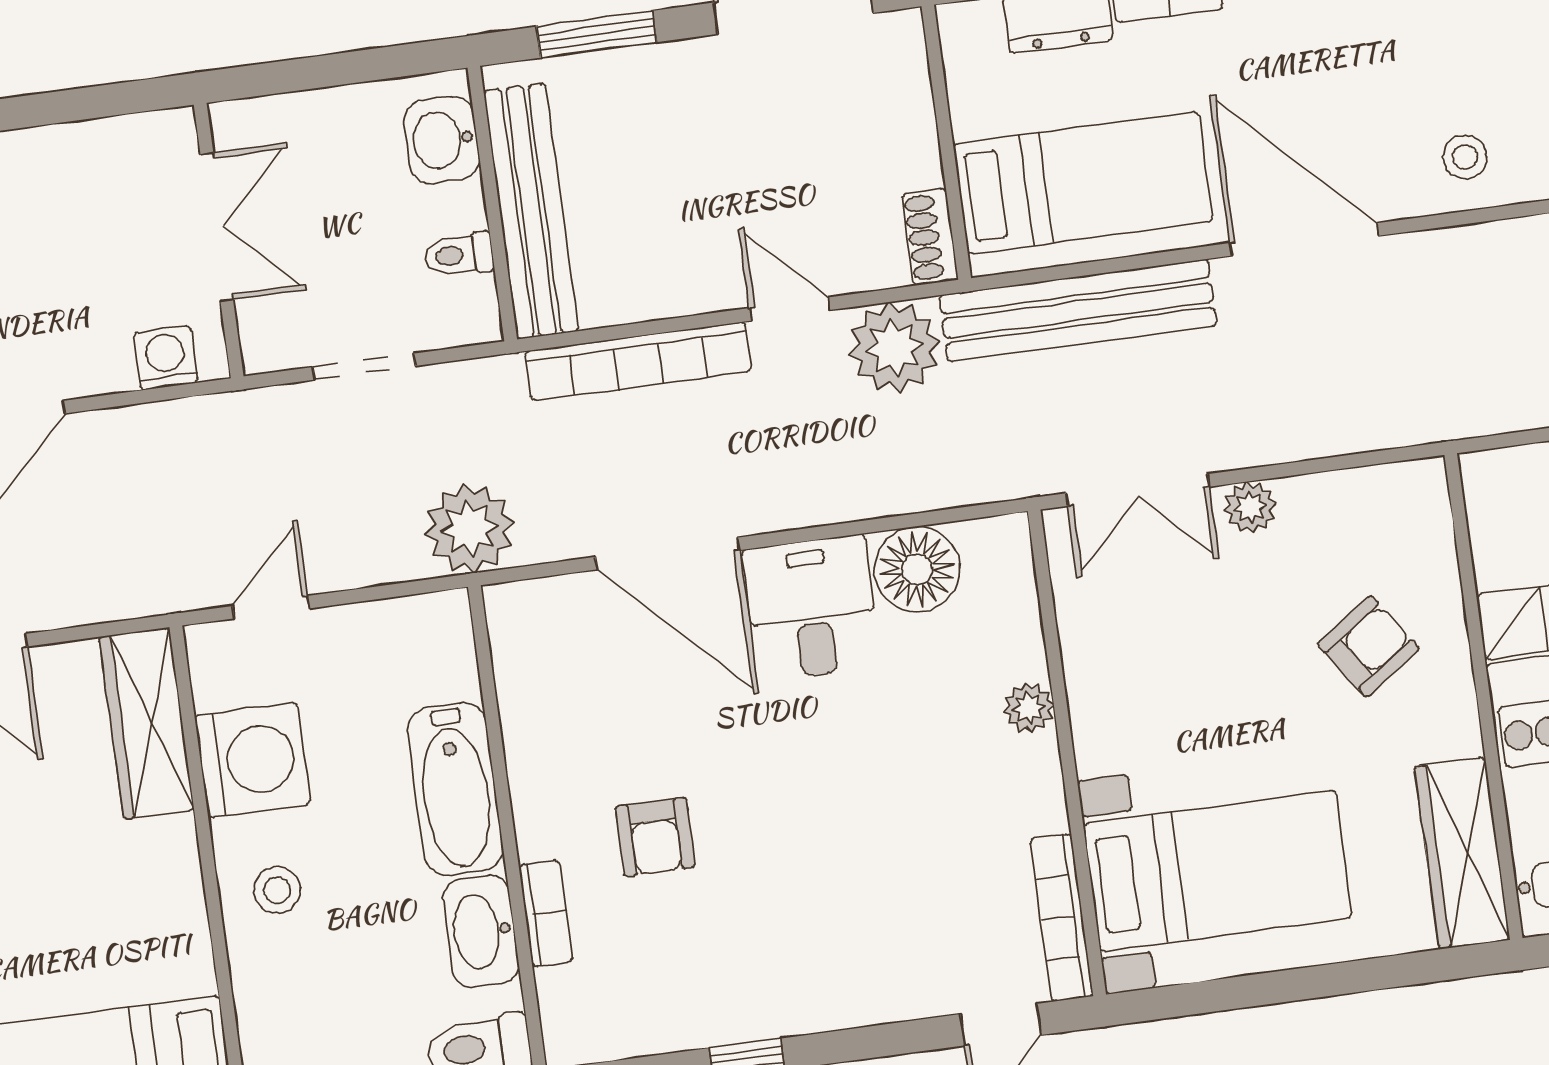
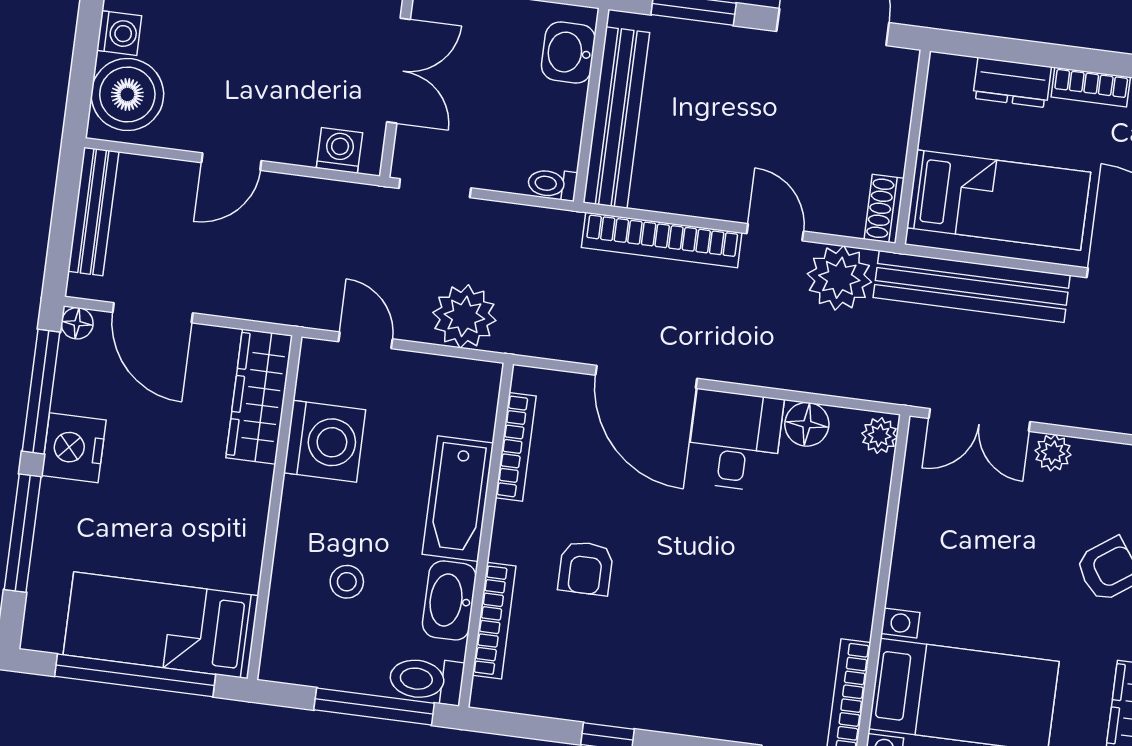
toilet: (459, 255) -> (552, 184), moved
doorway: (364, 367) -> (435, 188), moved
plant: (469, 528) -> (464, 316), moved
floor lamp: (917, 569) -> (807, 424), width x0.73, depth x0.73
door: (271, 607) -> (365, 340), hinge flipped
bookcase: (515, 697) -> (516, 447), added
plant: (1029, 708) -> (880, 435), moved
stool: (277, 890) -> (347, 582), moved
bookcase: (546, 913) -> (494, 621), width x1.56

